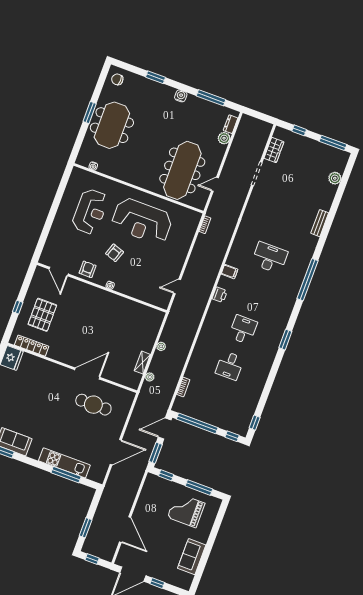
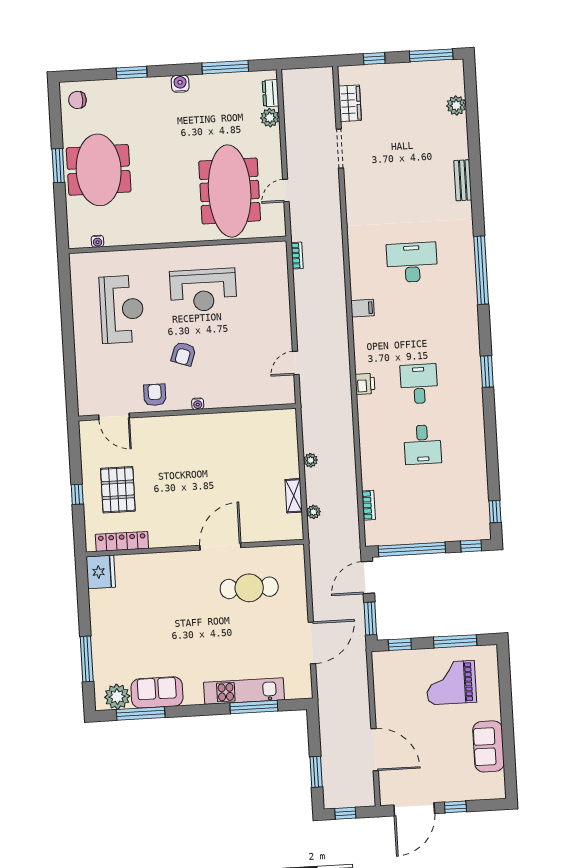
reception desk: (142, 221) -> (203, 290), width x0.74, depth x0.77
printer: (220, 295) -> (365, 384), moved

